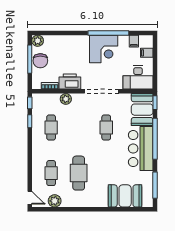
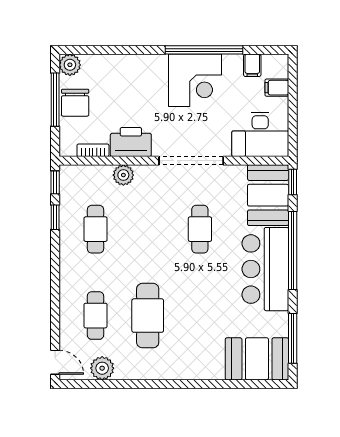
booth: (125, 196) -> (257, 359), moved

